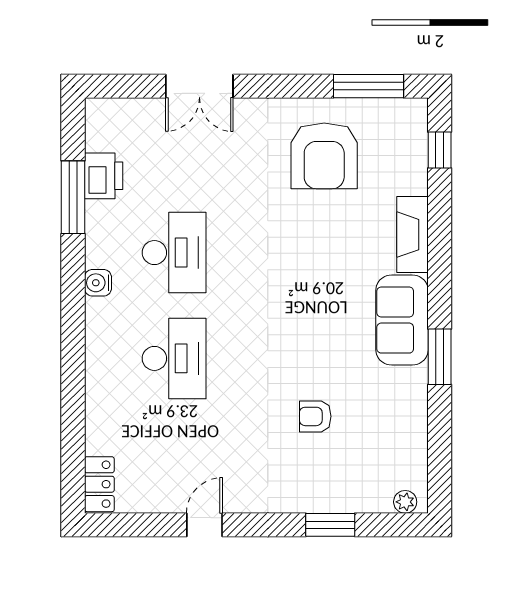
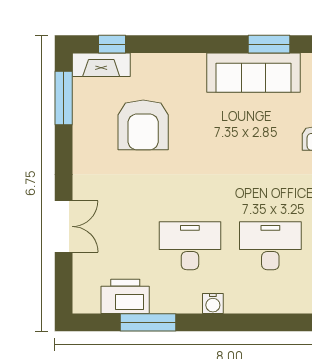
armchair: (324, 156) -> (143, 125), moved, turned 90
printer: (104, 176) -> (125, 296), width x1.37, depth x1.19
fireplace: (412, 235) -> (101, 65), moved
sofa: (402, 320) -> (254, 73), width x1.36

